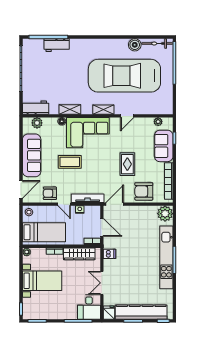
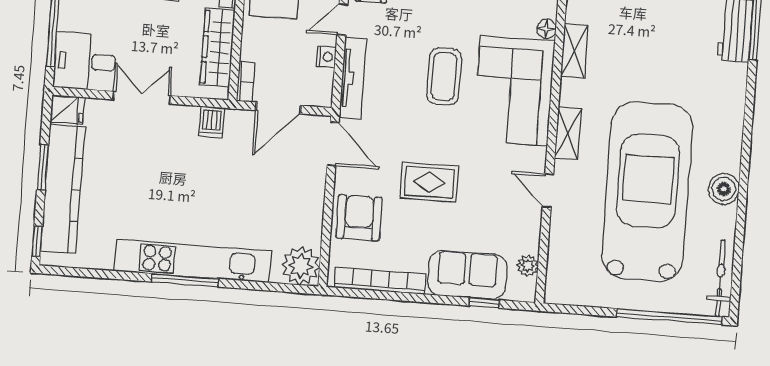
boiler: (135, 45) -> (724, 189), moved
coffee table: (70, 162) -> (444, 76), moved

